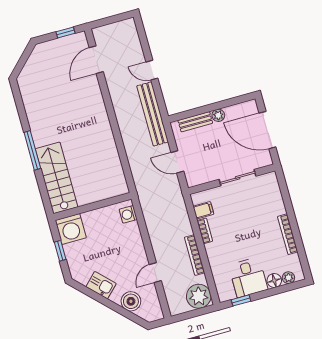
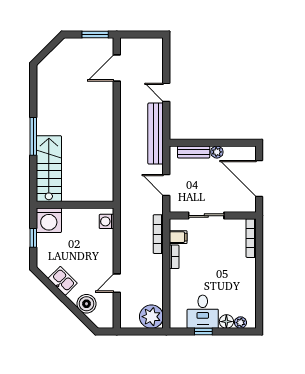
window: (66, 32) -> (95, 35), width x1.50
sliding door: (238, 178) -> (206, 216), moved
bookcase: (288, 234) -> (251, 238), moved
bookcase: (195, 255) -> (158, 234), moved
window: (241, 300) -> (203, 332), moved

